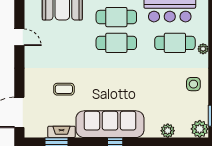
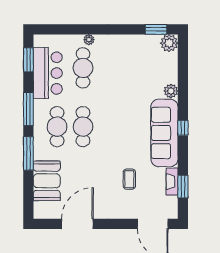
door: (19, 37) -> (77, 224), width x1.87
side table: (193, 84) -> (124, 49), removed
plant: (168, 131) -> (171, 91), moved

